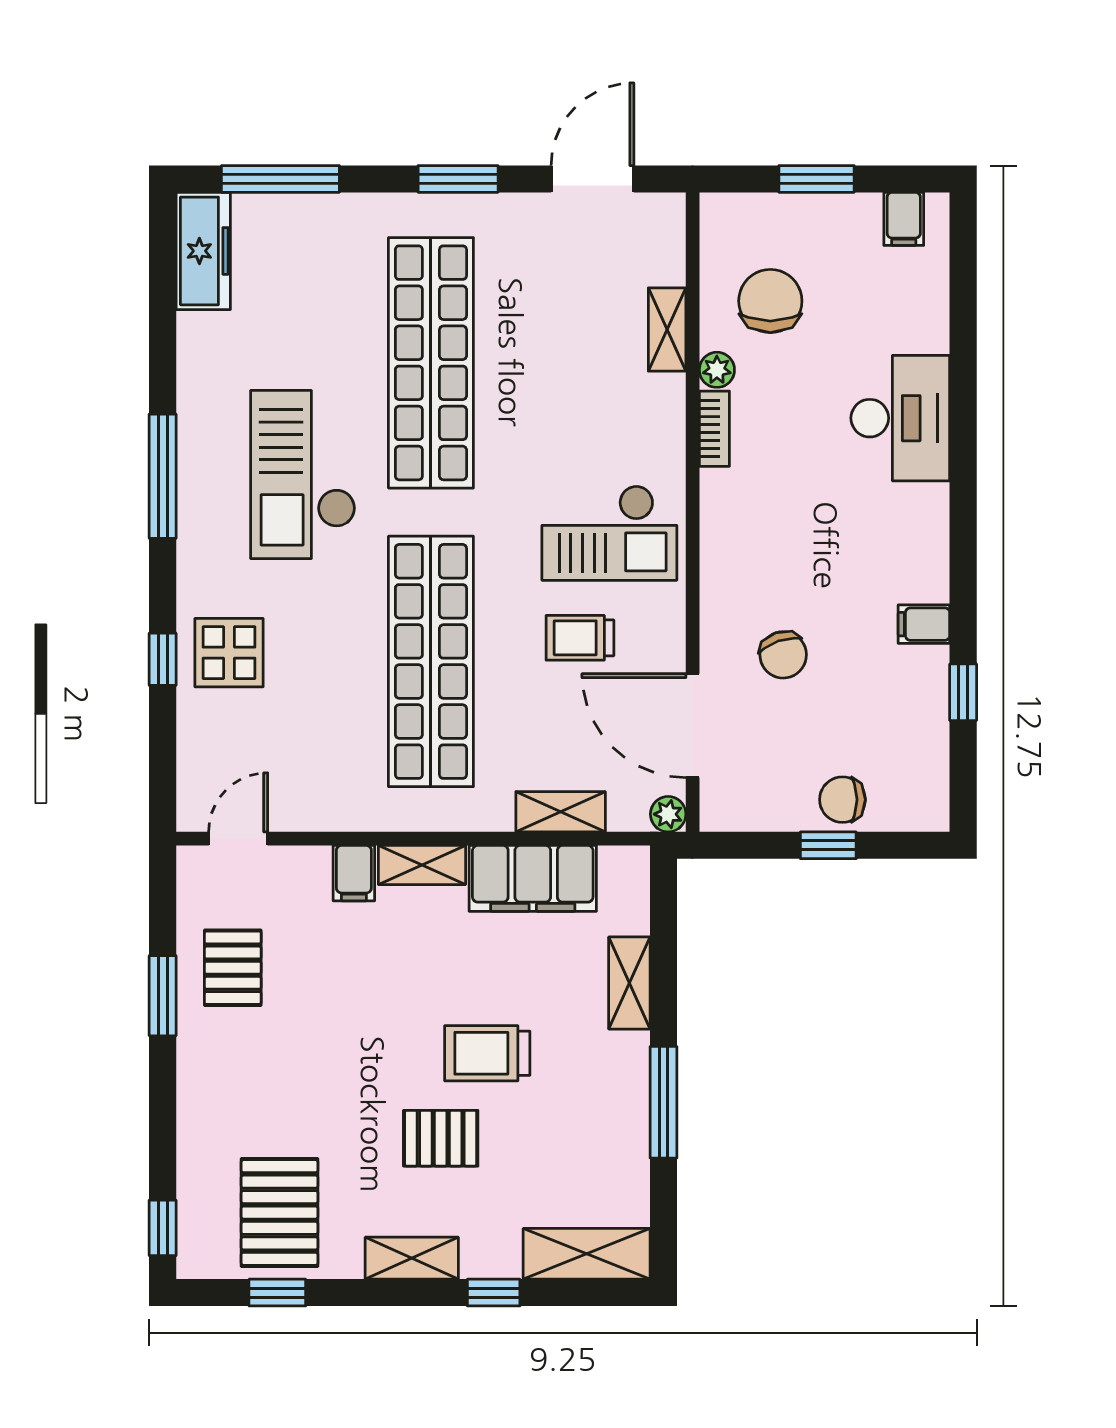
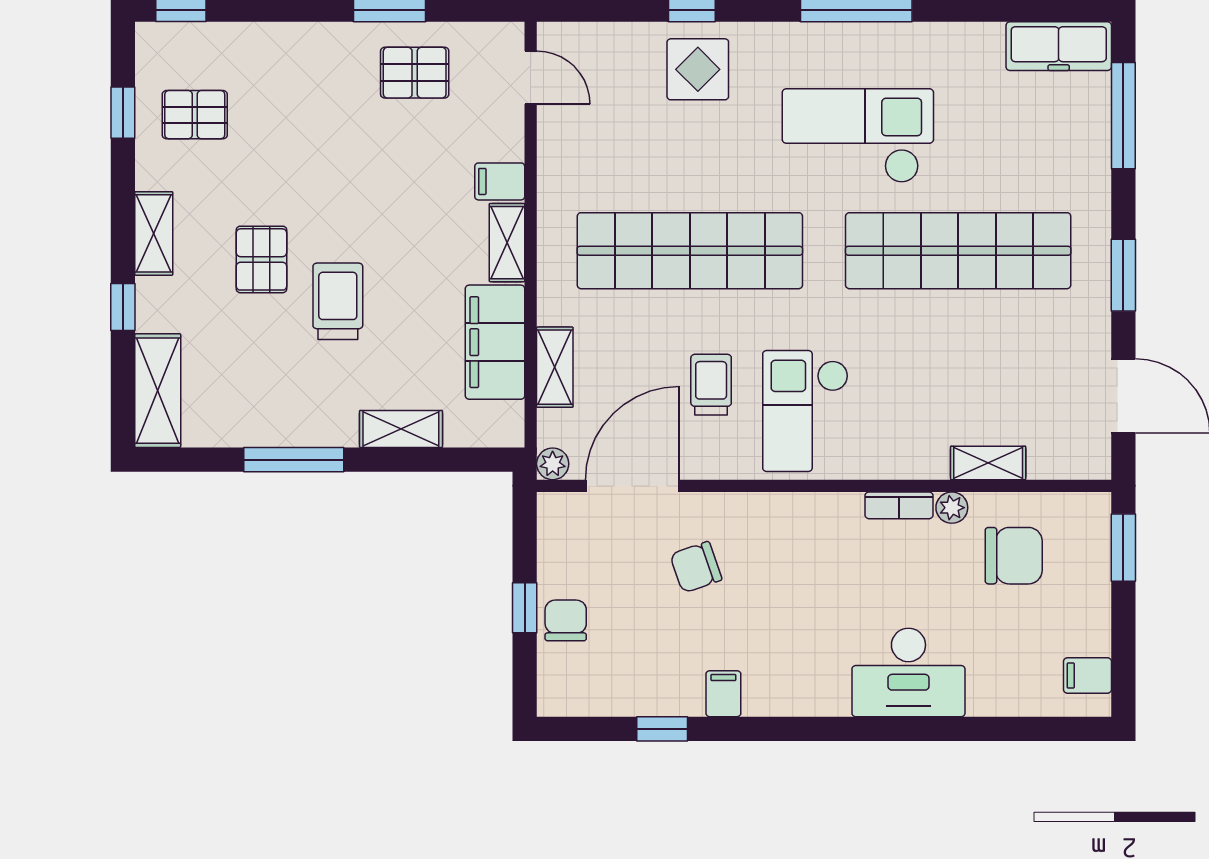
window: (816, 179) -> (1123, 548), moved
pallet: (280, 1213) -> (195, 115), width x0.67, depth x0.71

